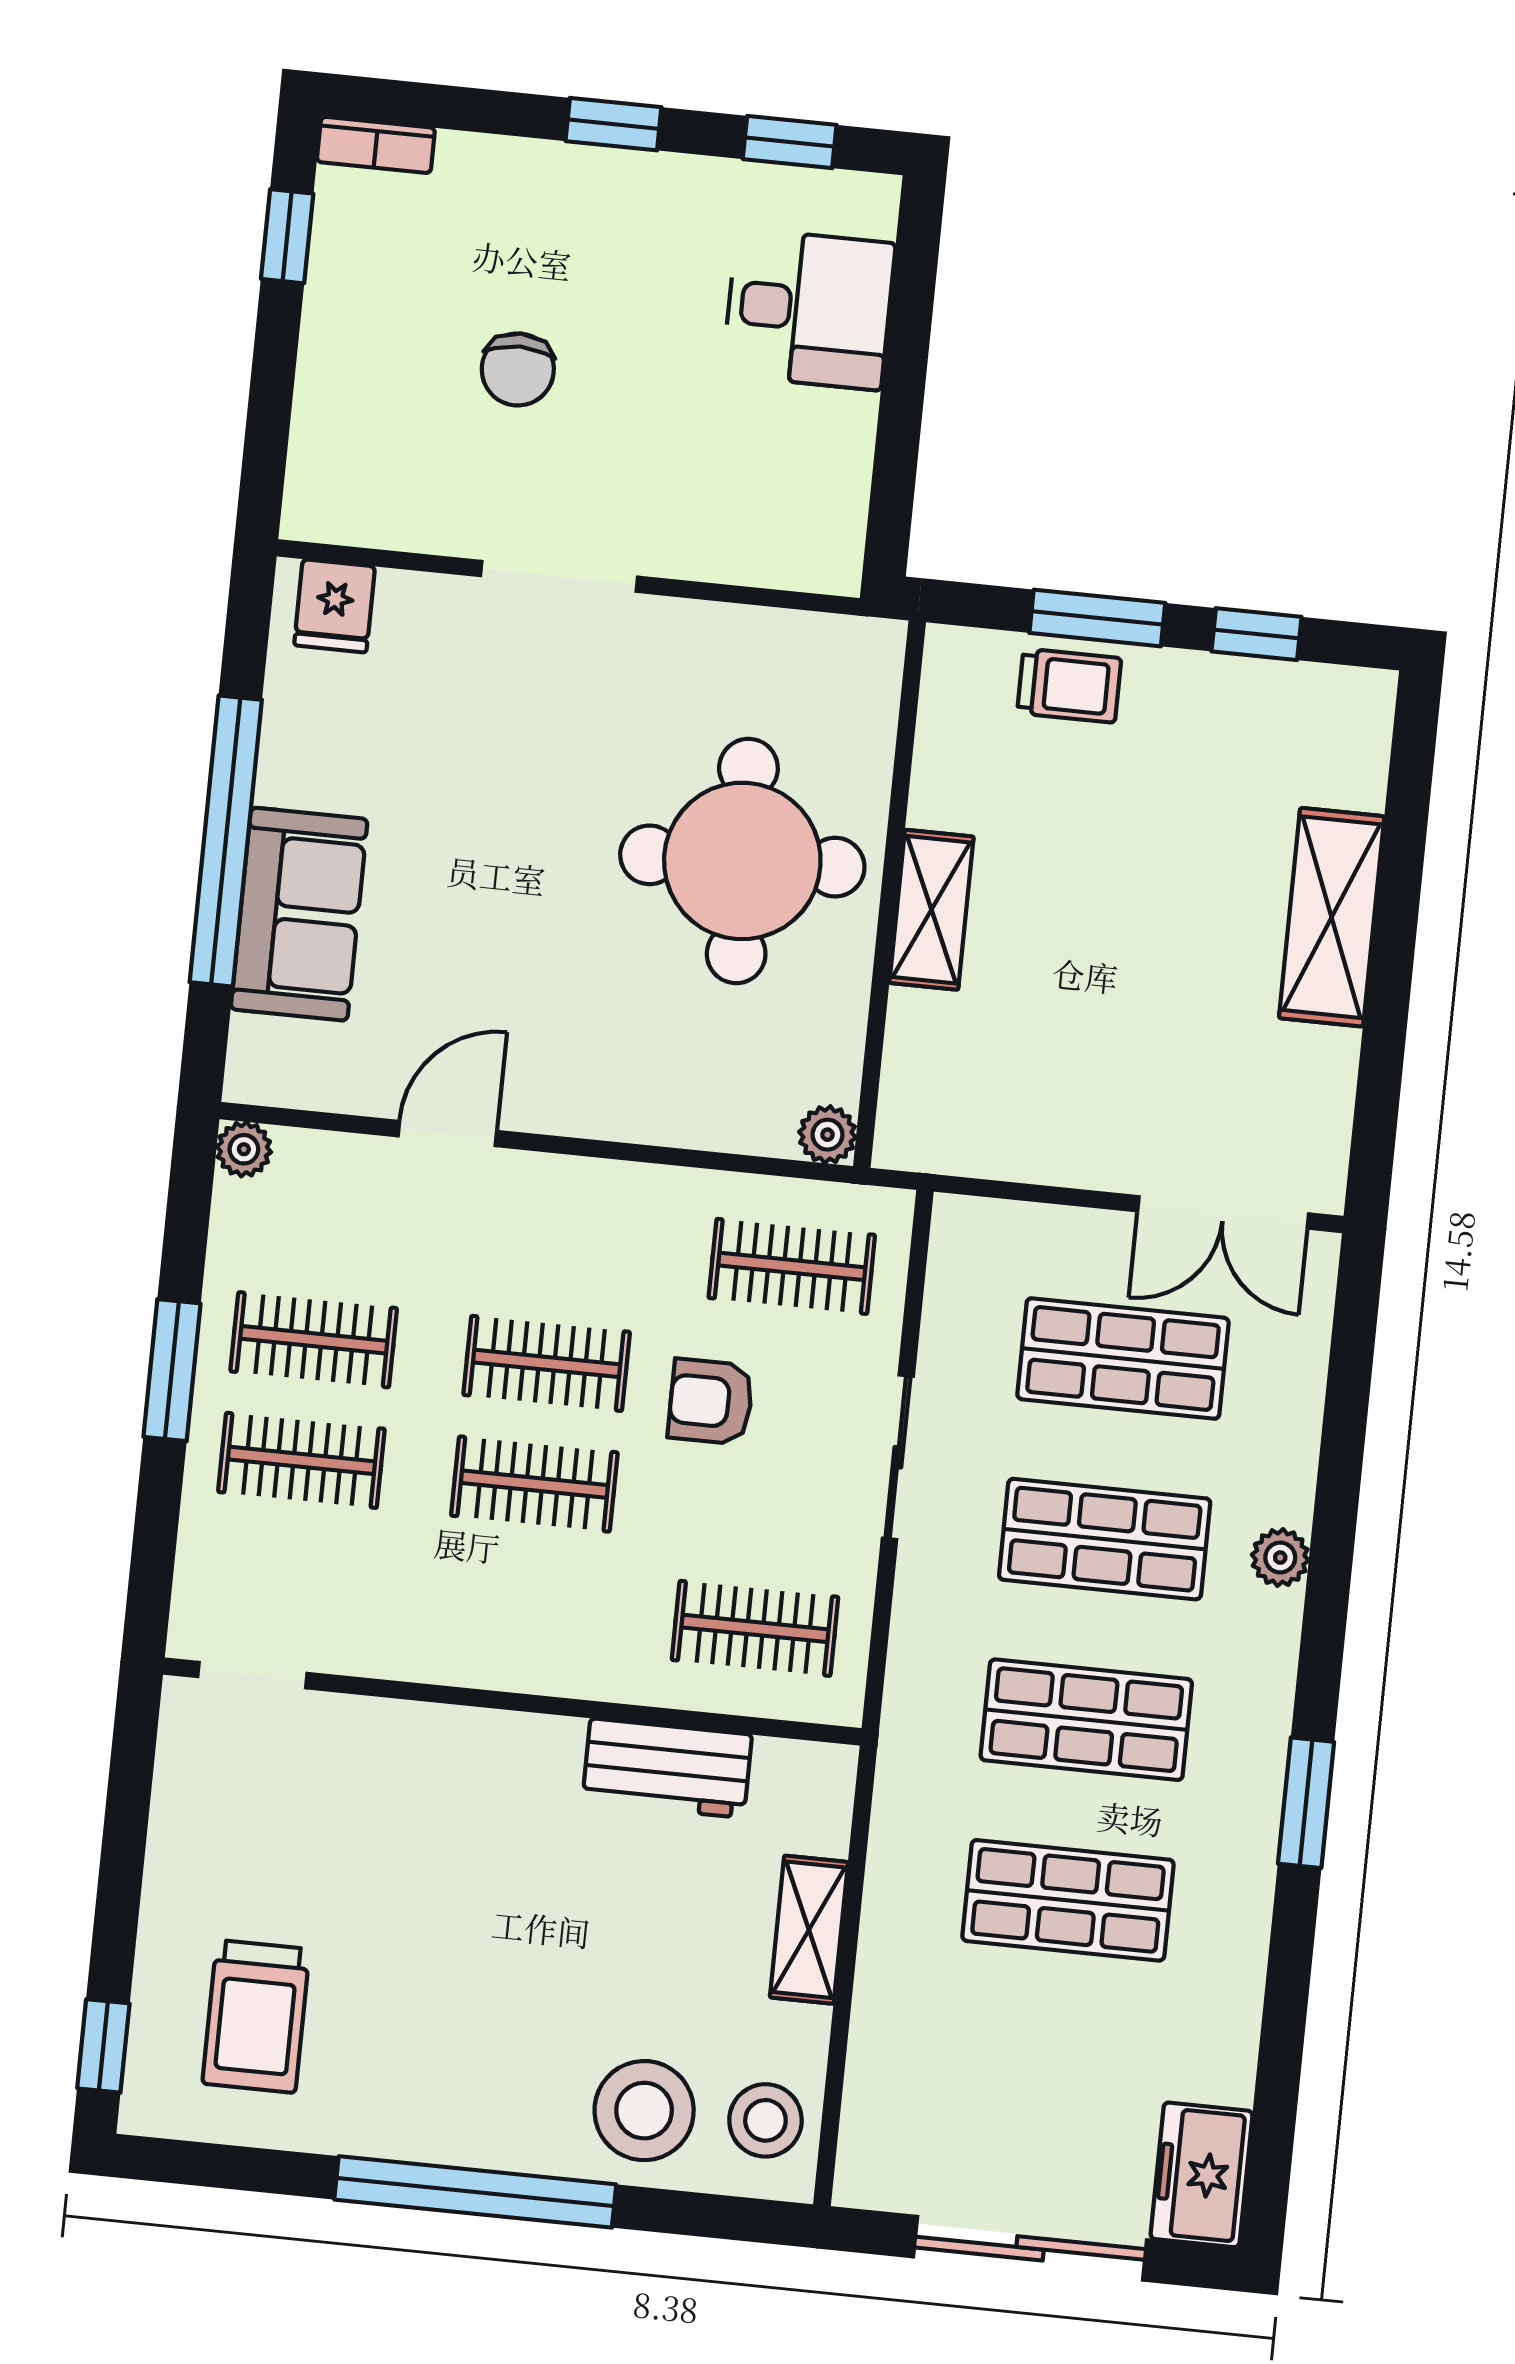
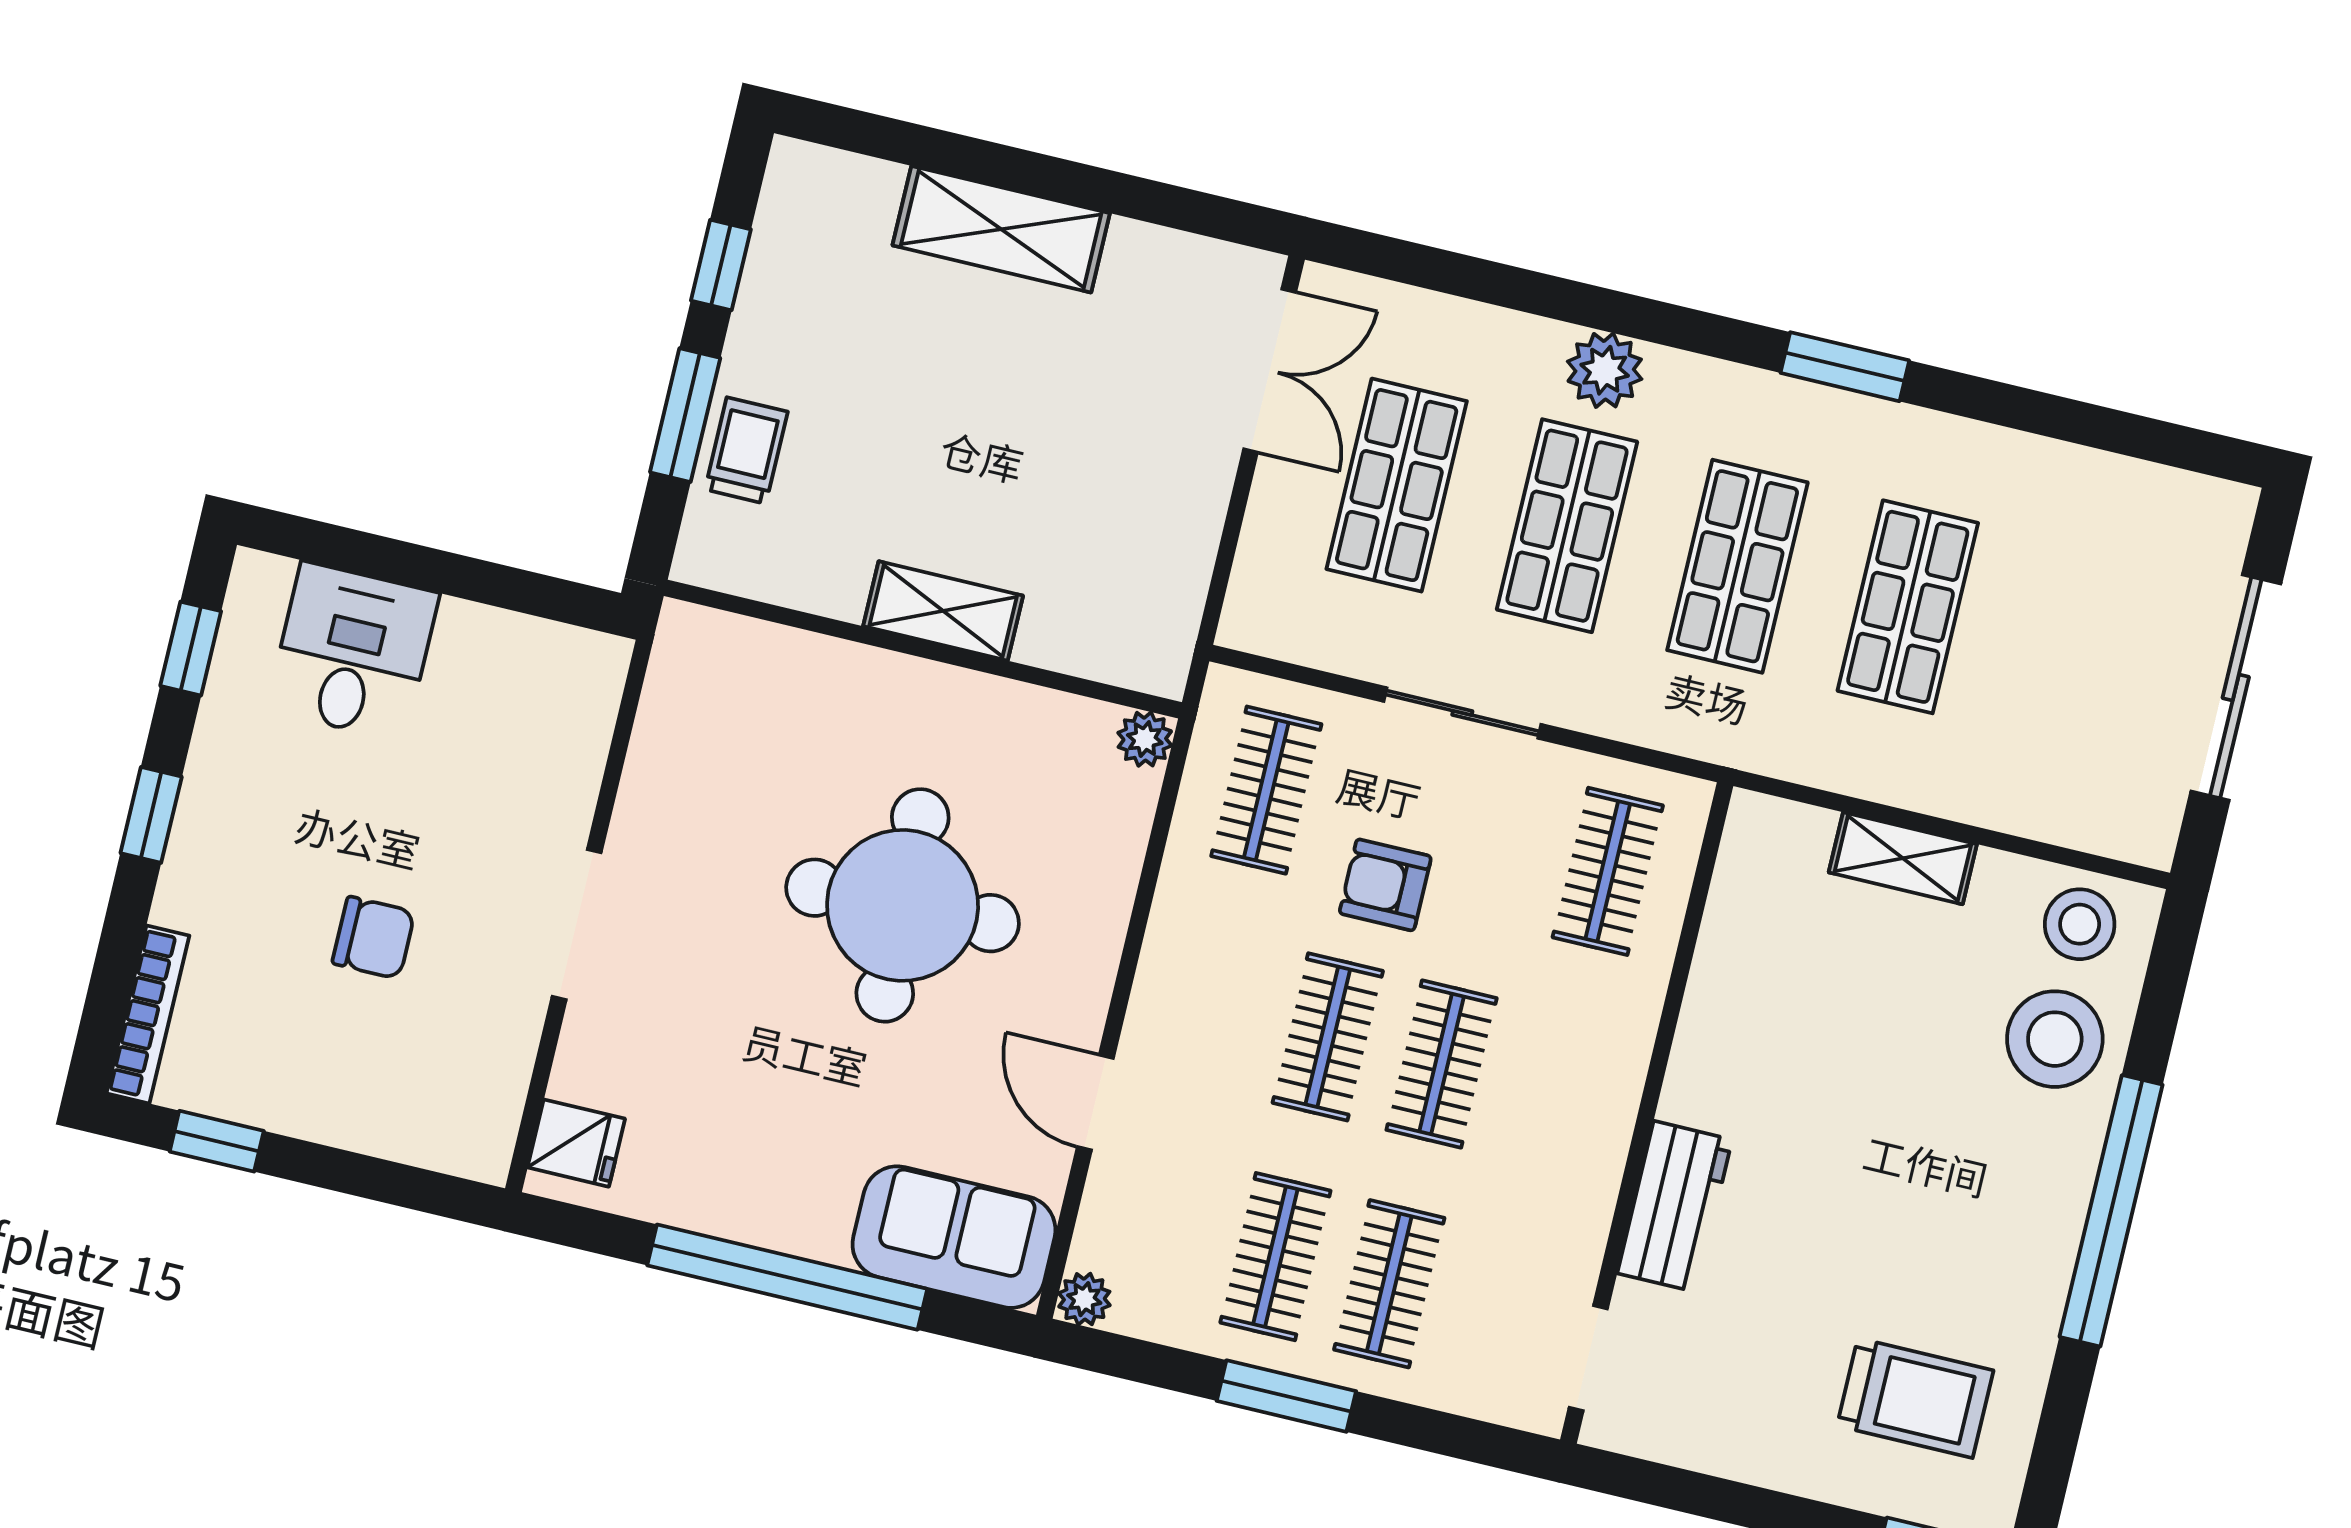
bookcase: (376, 145) -> (148, 1014), width x1.56
round table: (742, 861) -> (903, 905), moved
sofa: (299, 914) -> (954, 1237), moved
armchair: (711, 1402) -> (1385, 885), turned 90
plant: (1280, 1558) -> (1605, 370), width x1.38, depth x1.38
workbench: (667, 1768) -> (1675, 1206), moved
freezer: (1202, 2175) -> (2187, 514), removed

